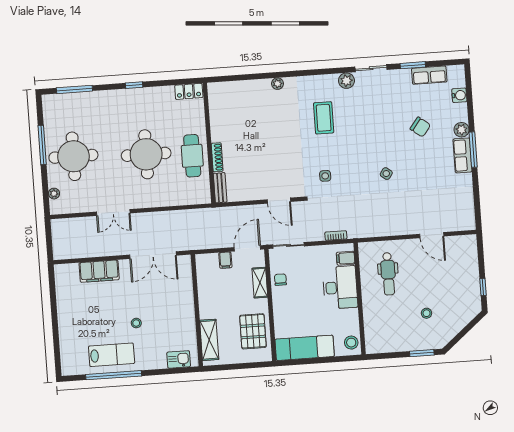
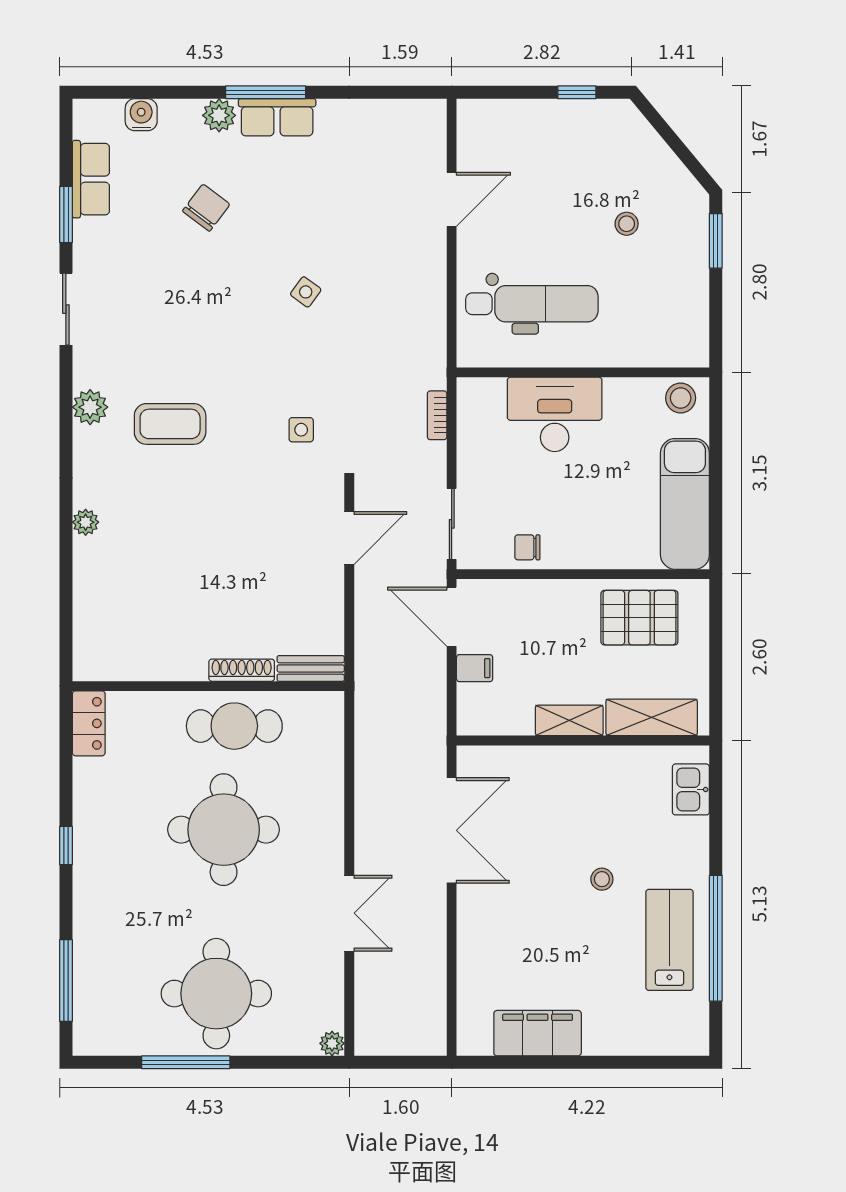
plant: (346, 81) -> (90, 407), moved
plant: (54, 194) -> (332, 1043), moved
filing cabinet: (346, 258) -> (490, 397), removed
filing cabinet: (99, 271) -> (538, 1033), moved, turned -90
dental chair: (388, 274) -> (532, 304), width x1.36, depth x1.38
shelving: (260, 283) -> (569, 720), moved

